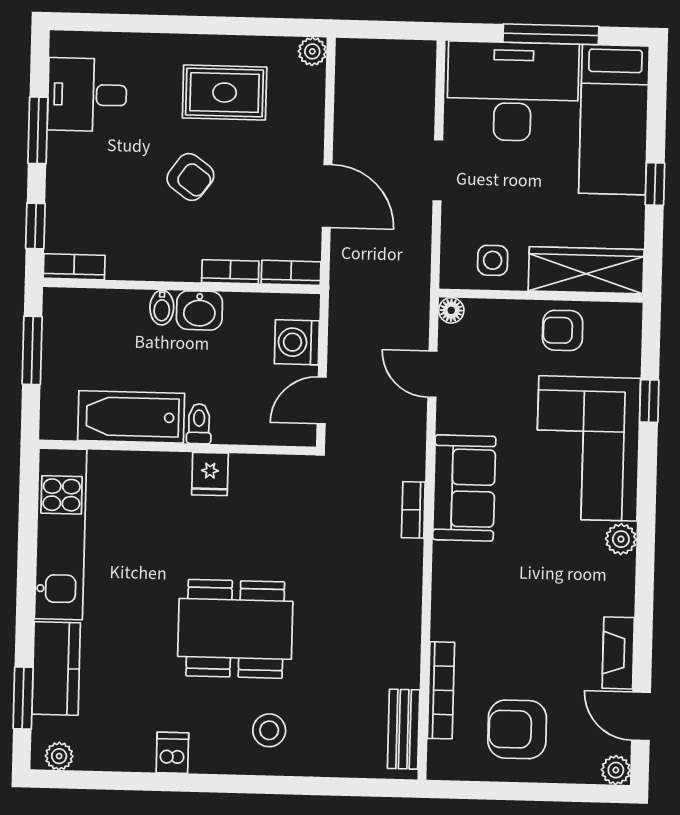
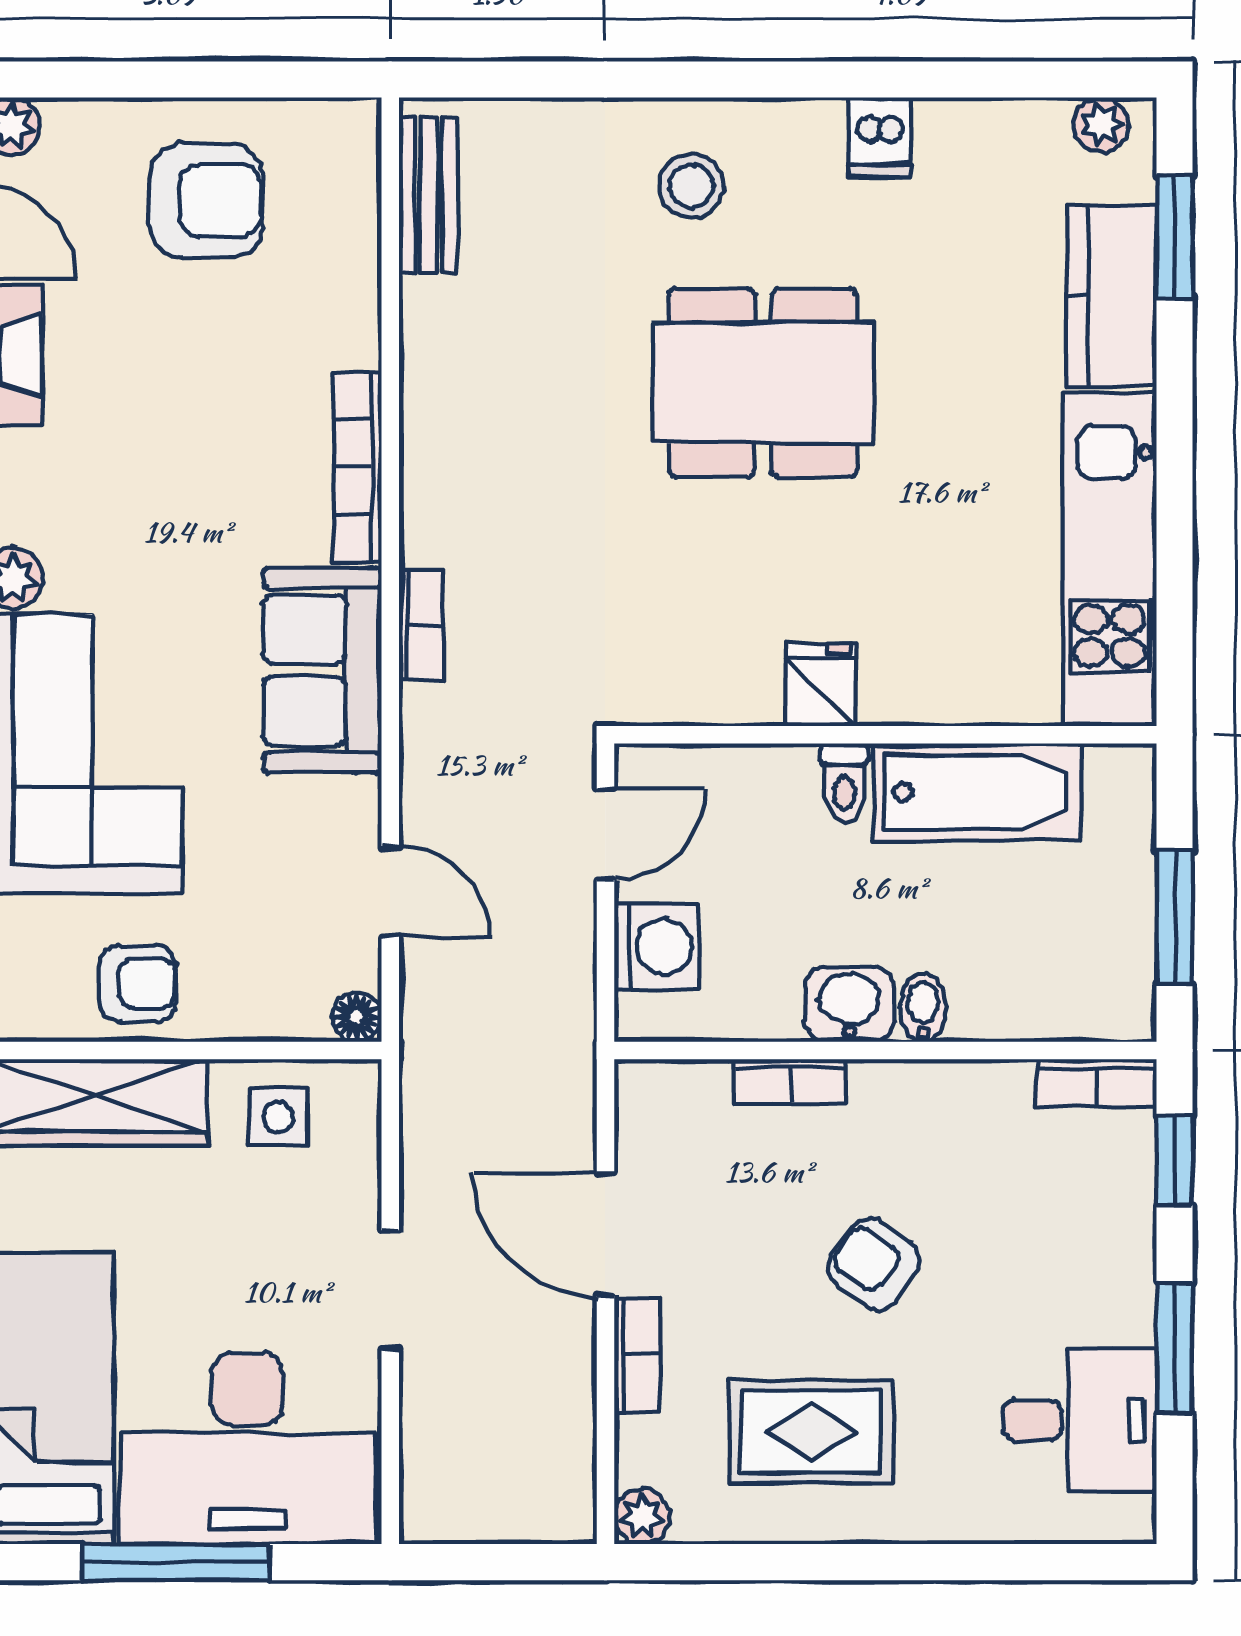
bookcase: (291, 273) -> (637, 1355), moved, turned -90
bookcase: (441, 690) -> (357, 467), moved

